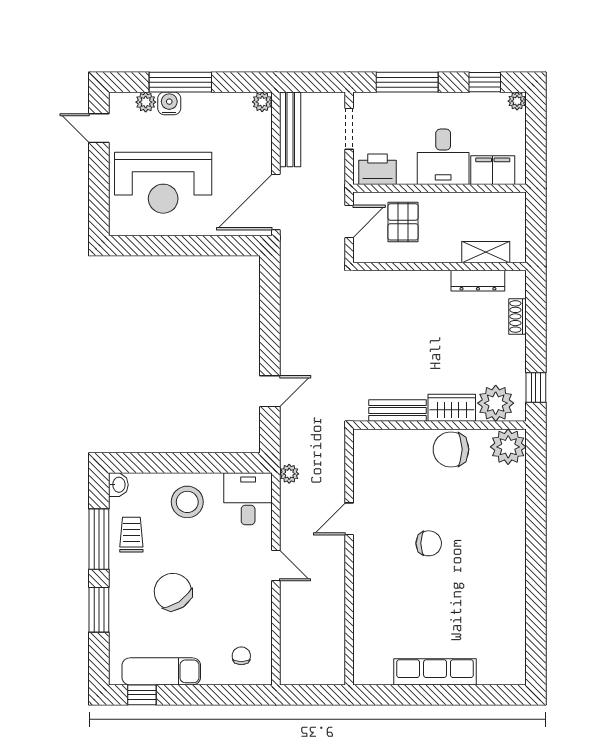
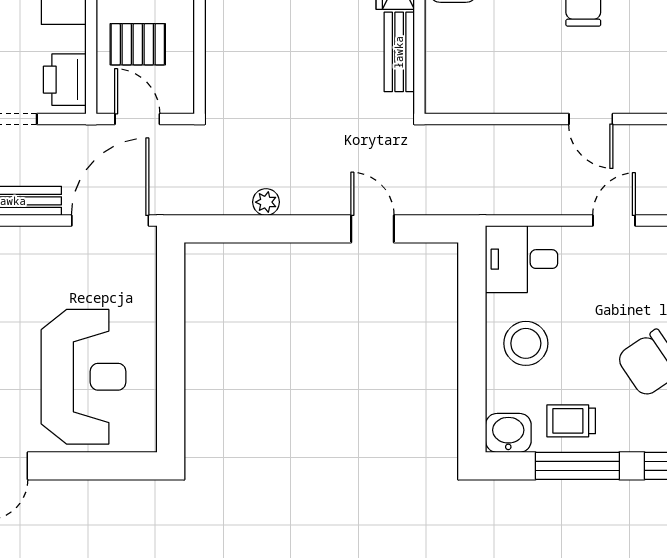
door: (276, 202) -> (110, 220), swing flipped
plant: (289, 474) -> (266, 202), moved
washbasin: (118, 485) -> (508, 433), width x1.38, depth x1.45
door: (349, 519) -> (591, 119), moved

